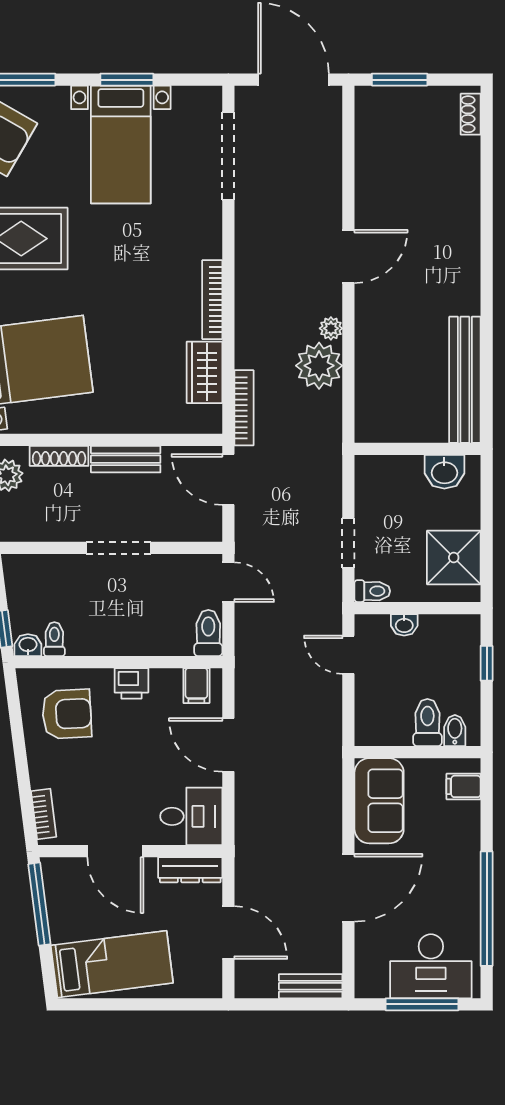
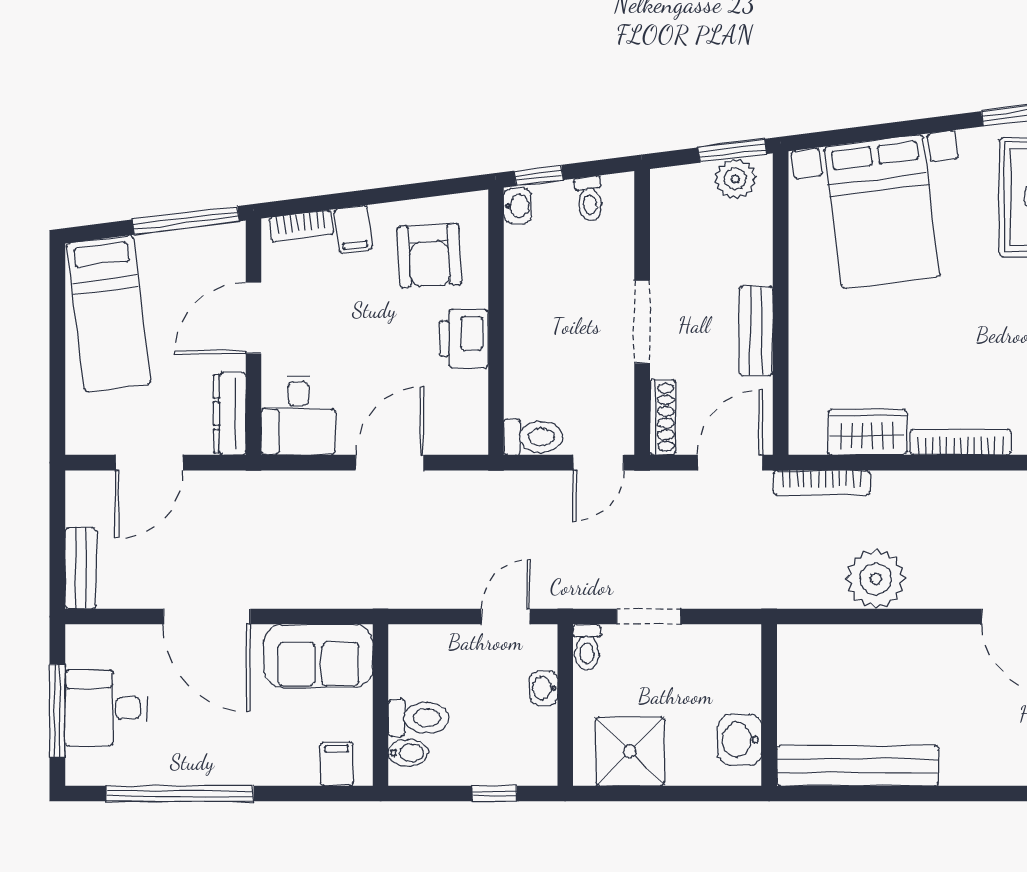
plant: (331, 328) -> (924, 594), removed
shoe rack: (59, 456) -> (663, 417), moved, turned 180
toilet: (54, 639) -> (589, 199), moved, turned 83
printer: (131, 683) -> (464, 338), width x1.36, depth x1.24
filing cabinet: (196, 686) -> (353, 229), moved, turned -97
desk: (431, 966) -> (106, 708), width x0.73

